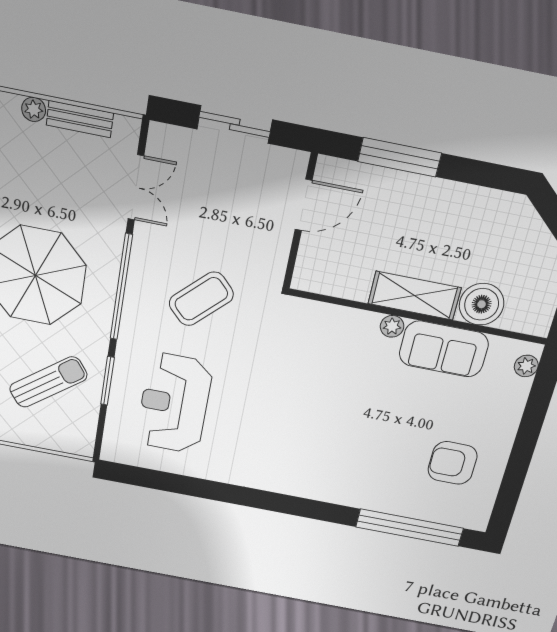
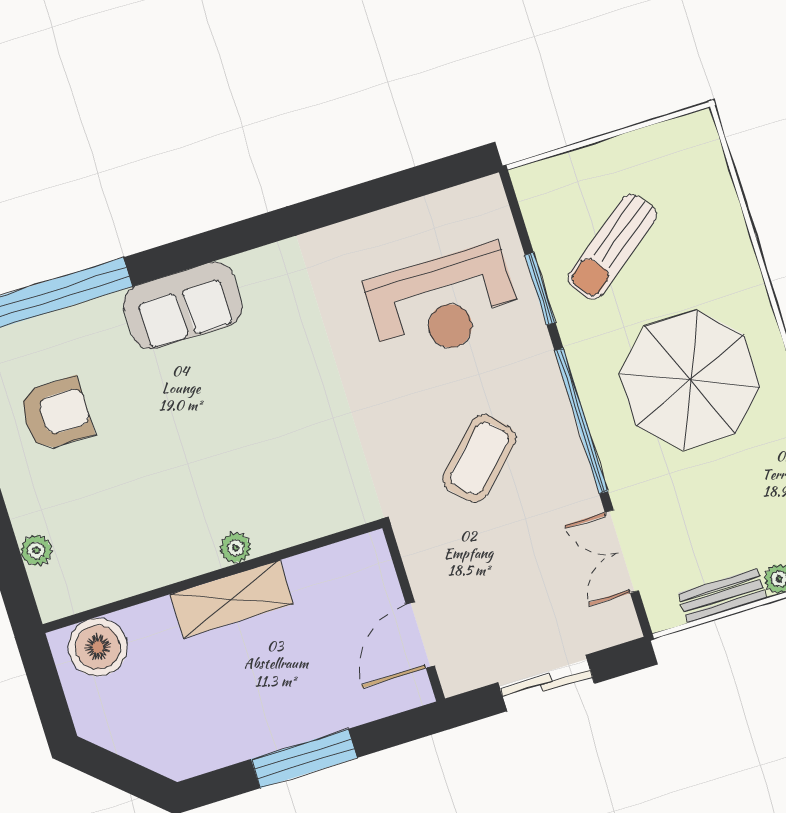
window: (400, 157) -> (304, 758), moved
boiler: (482, 304) -> (98, 647), moved
sofa: (444, 349) -> (183, 306), moved, turned 180
plant: (526, 366) -> (36, 550), moved
reception desk: (174, 403) -> (443, 304), turned 90

